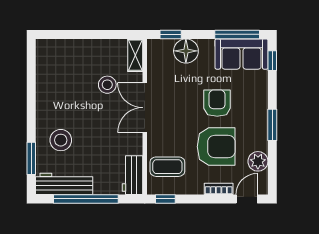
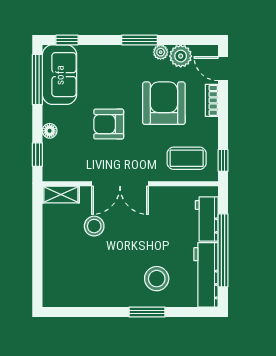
floor lamp: (186, 51) -> (50, 131), width x0.53, depth x0.53
armchair: (217, 103) -> (109, 124), moved
plant: (261, 144) -> (161, 52), added
window: (31, 158) -> (147, 312), moved
coffee table: (167, 167) -> (187, 158), turned 90
workbench: (133, 175) -> (207, 219), moved, turned 90

